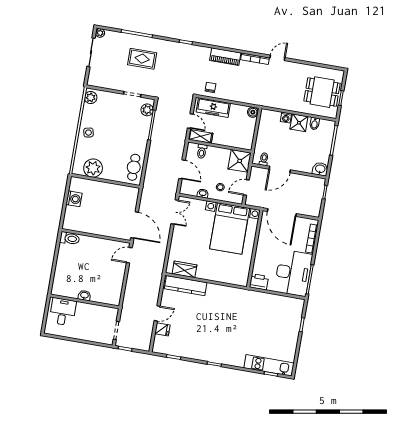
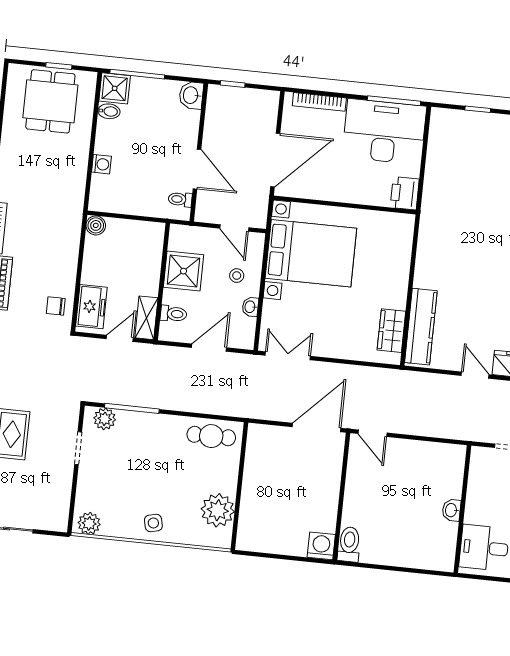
freezer: (213, 108) -> (91, 307), width x0.71
shower: (299, 123) -> (115, 88), moved
shower: (240, 161) -> (184, 271), moved
washing machine: (74, 199) -> (321, 546), moved

